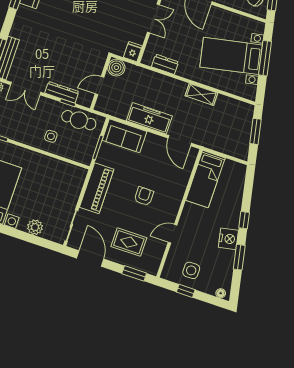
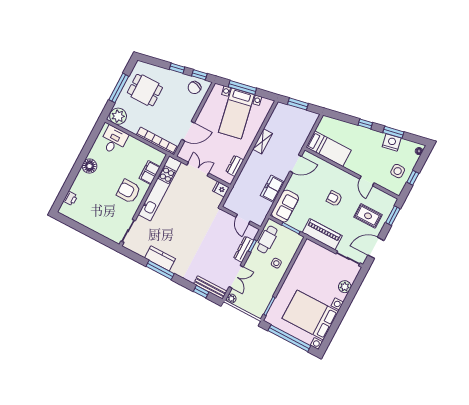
boiler: (116, 68) -> (231, 204), removed
freezer: (149, 118) -> (272, 189), width x0.71
nightstand: (228, 239) -> (392, 142), moved
rug: (129, 242) -> (368, 216), turned 90

